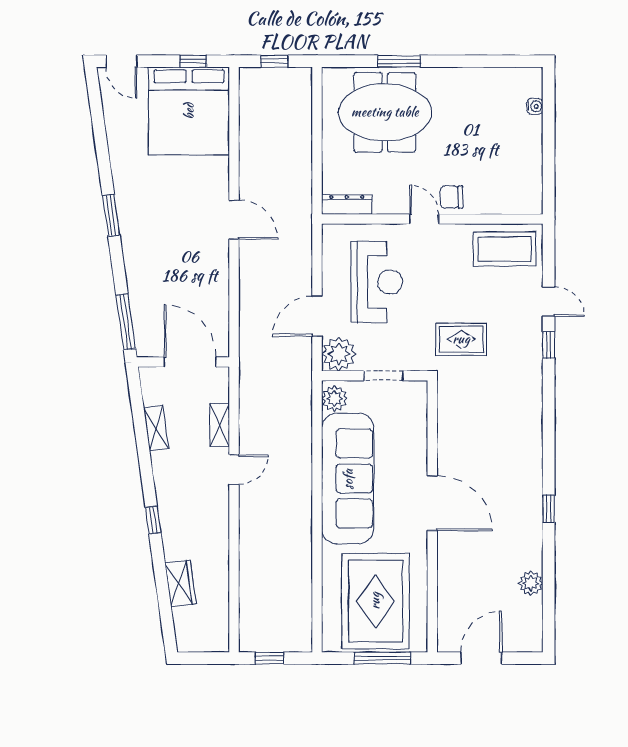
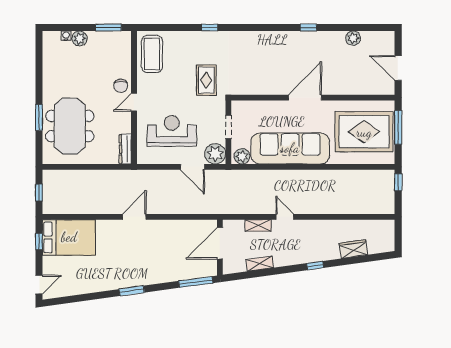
bed: (189, 111) -> (69, 237), width x0.73
plant: (530, 129) -> (80, 39), added
window: (549, 177) -> (108, 27), added
door: (549, 302) -> (184, 27), removed
window: (269, 658) -> (398, 182), moved

